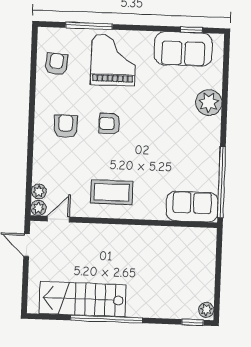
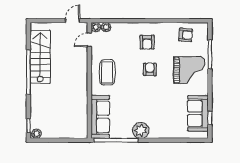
plant: (209, 103) -> (141, 130), moved
armchair: (66, 126) -> (147, 42), turned 90
sofa: (192, 207) -> (100, 117), width x1.36
door: (58, 219) -> (89, 40), swing flipped

